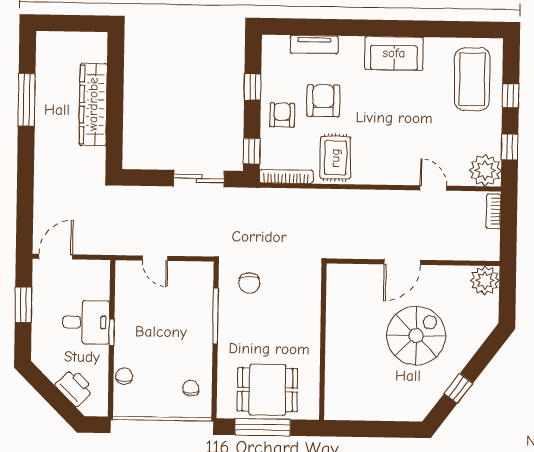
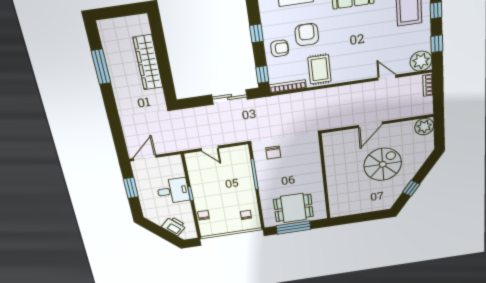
armchair: (282, 115) -> (280, 48), turned 90

